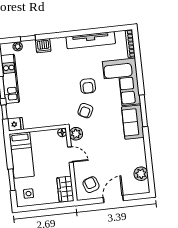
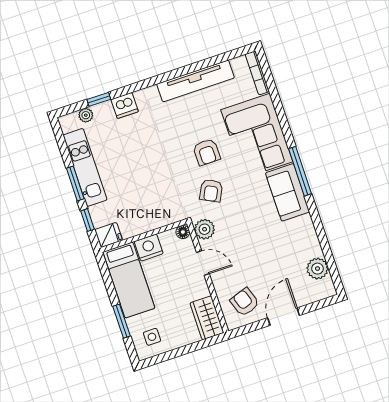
nightstand: (39, 138) -> (149, 248), added

